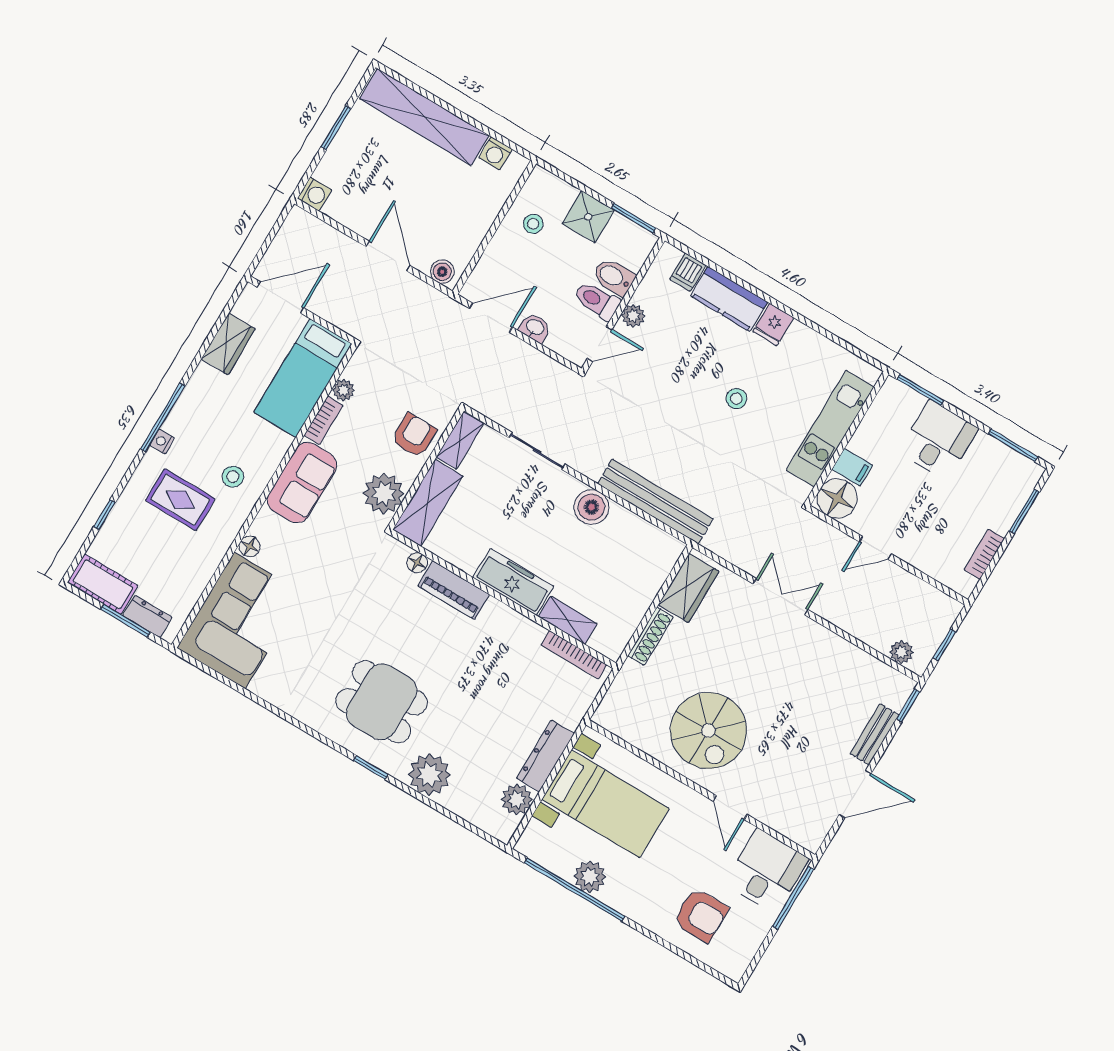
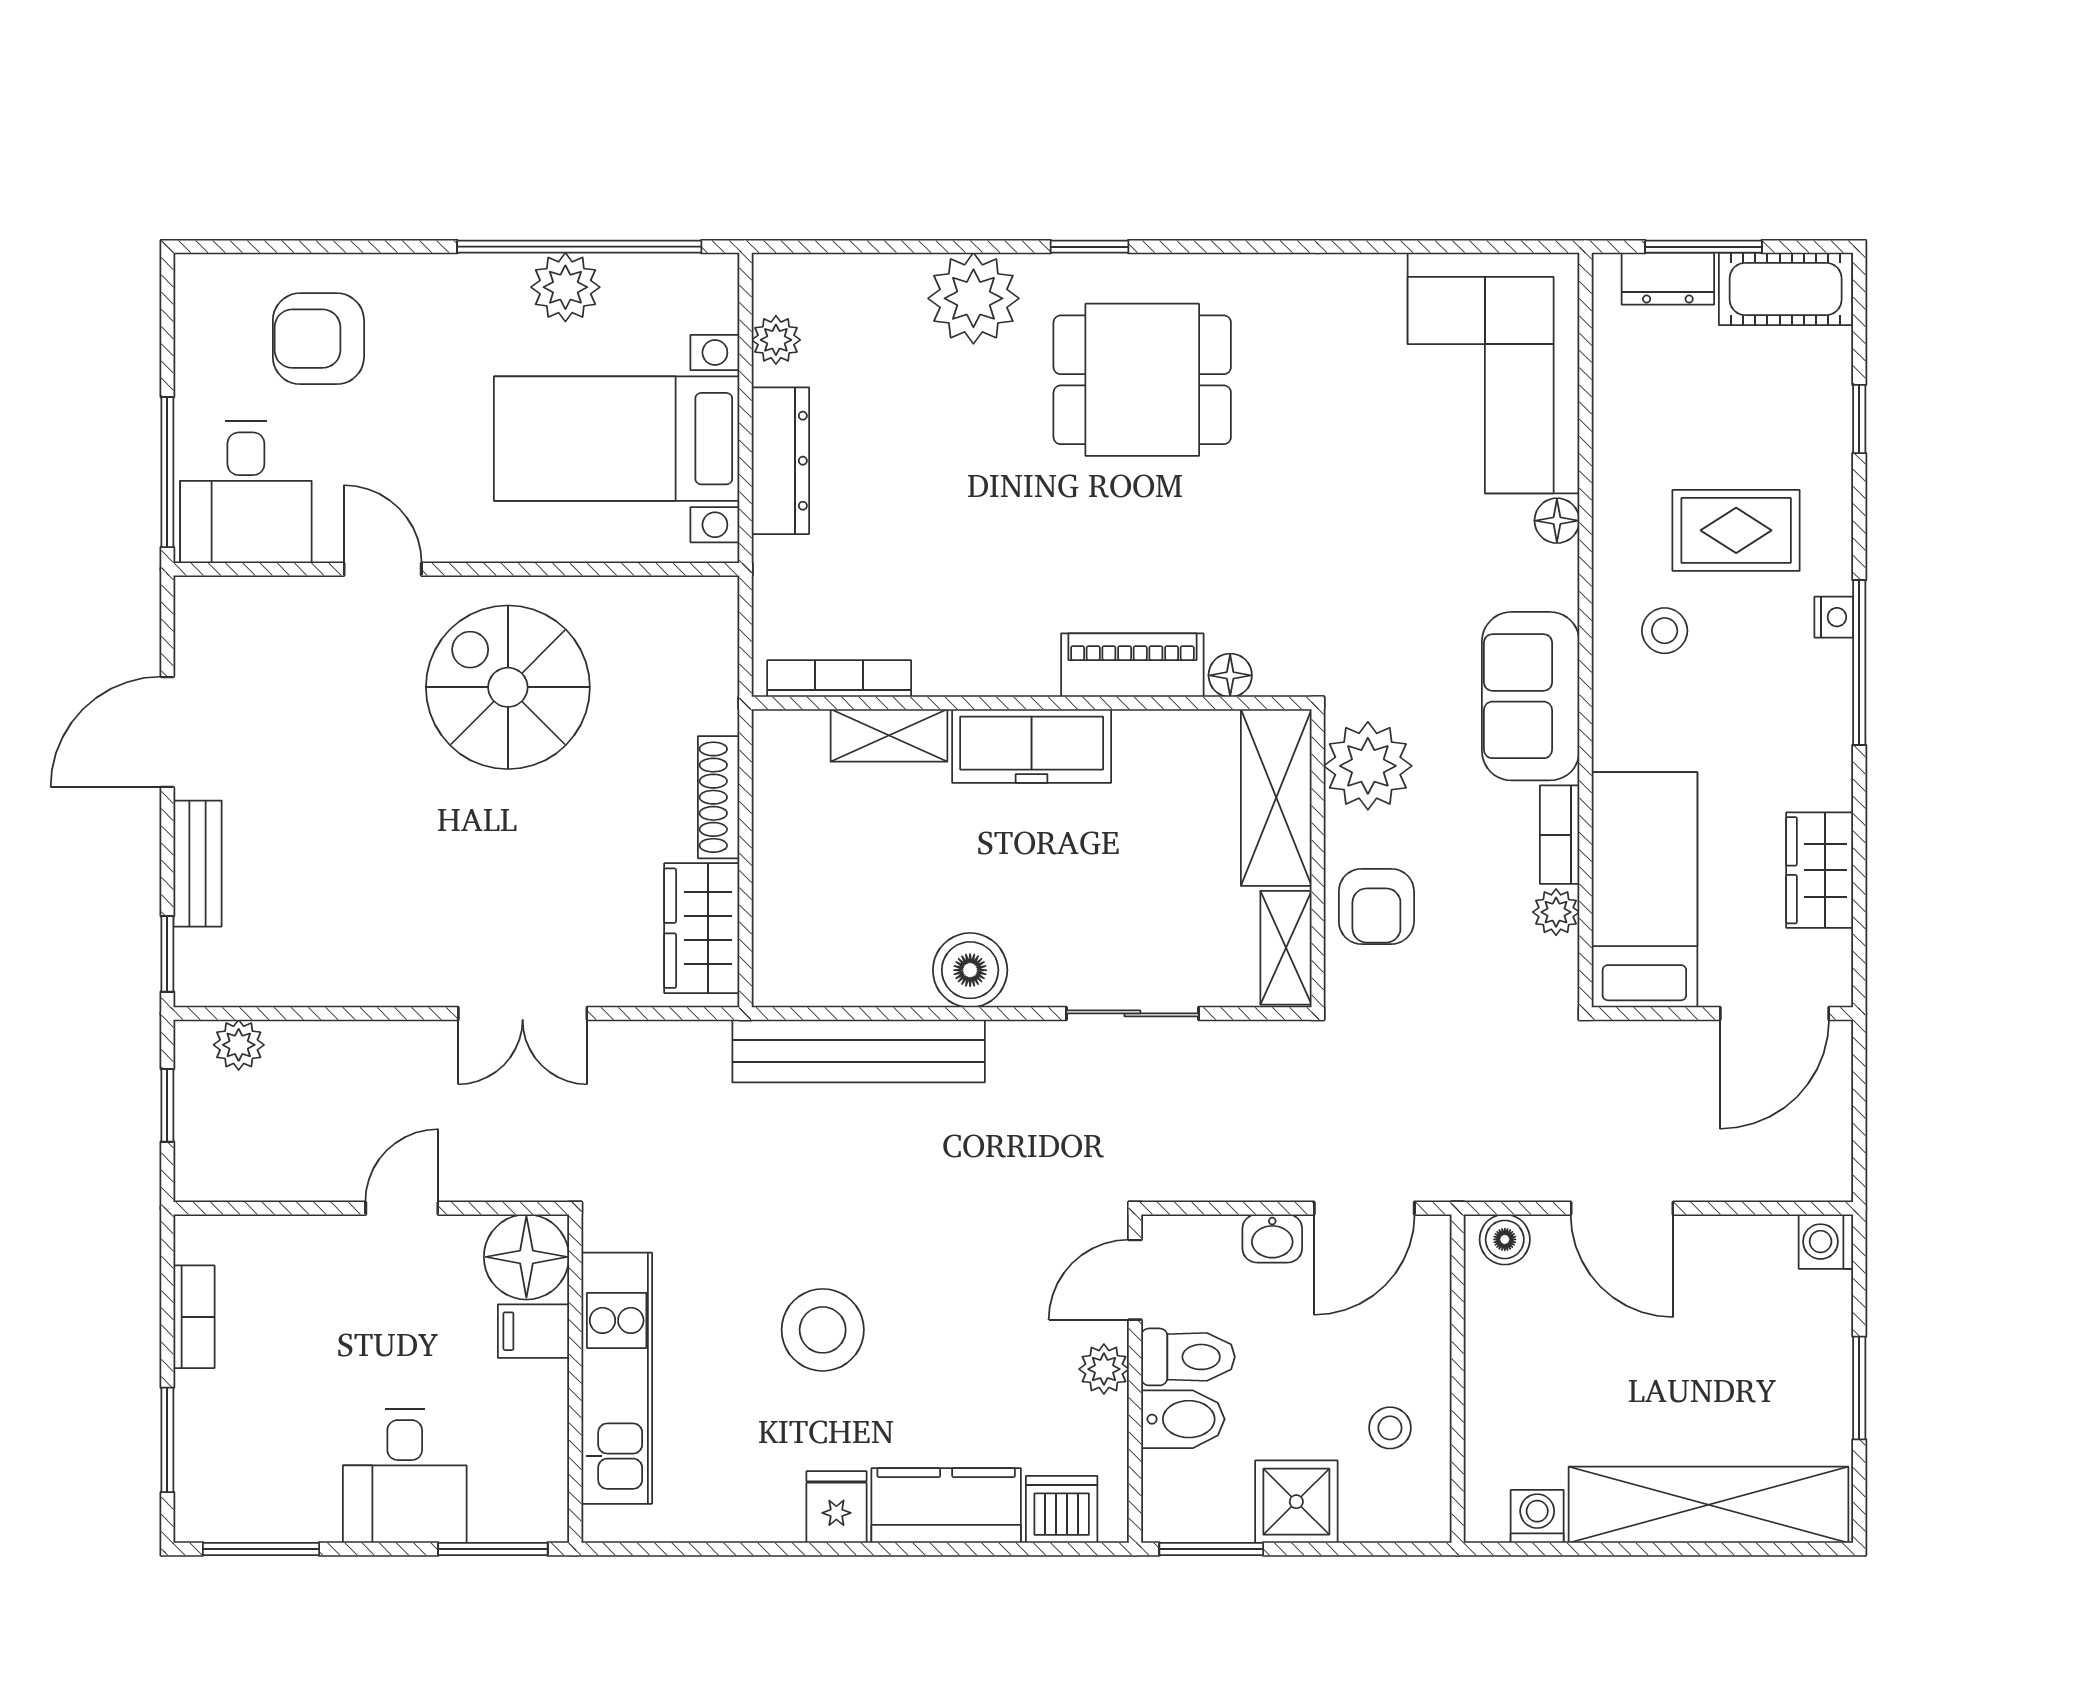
dishwasher: (688, 272) -> (1062, 1509), width x1.38
stool: (736, 399) -> (823, 1330), width x1.89, depth x1.89
plant: (517, 799) -> (776, 340), width x0.73, depth x0.73

